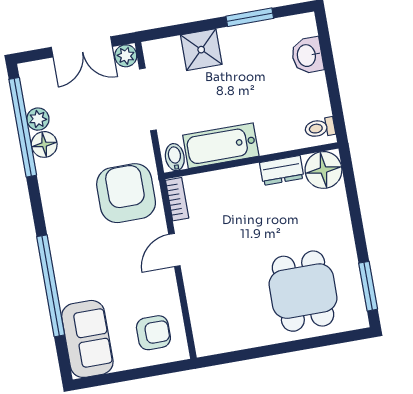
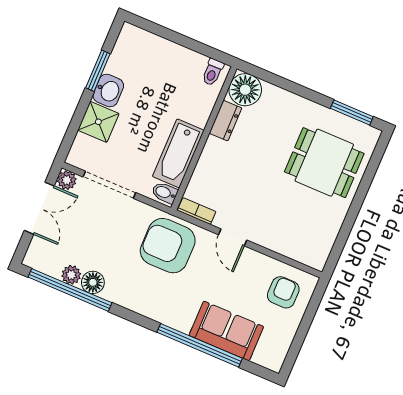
washbasin: (307, 55) -> (108, 91), moved, turned -90
sofa: (87, 339) -> (226, 331), moved

